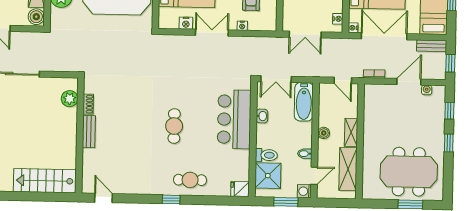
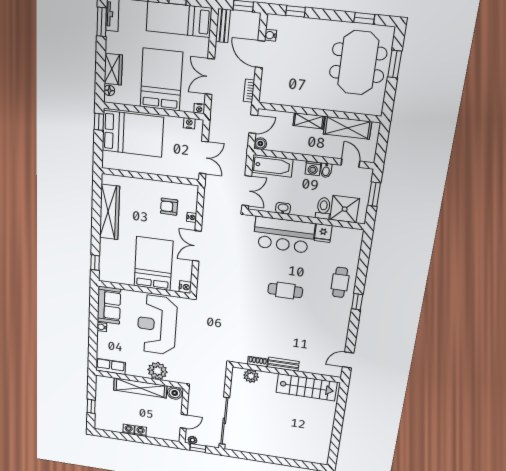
nightstand: (186, 23) -> (185, 287), moved
double door: (384, 36) -> (210, 77), width x0.73
boiler: (324, 133) -> (260, 144), moved
window: (449, 143) -> (364, 18), moved
stairs: (45, 181) -> (306, 387), moved, turned -90
fridge: (240, 189) -> (323, 233), moved
washing machine: (304, 191) -> (313, 168), moved

